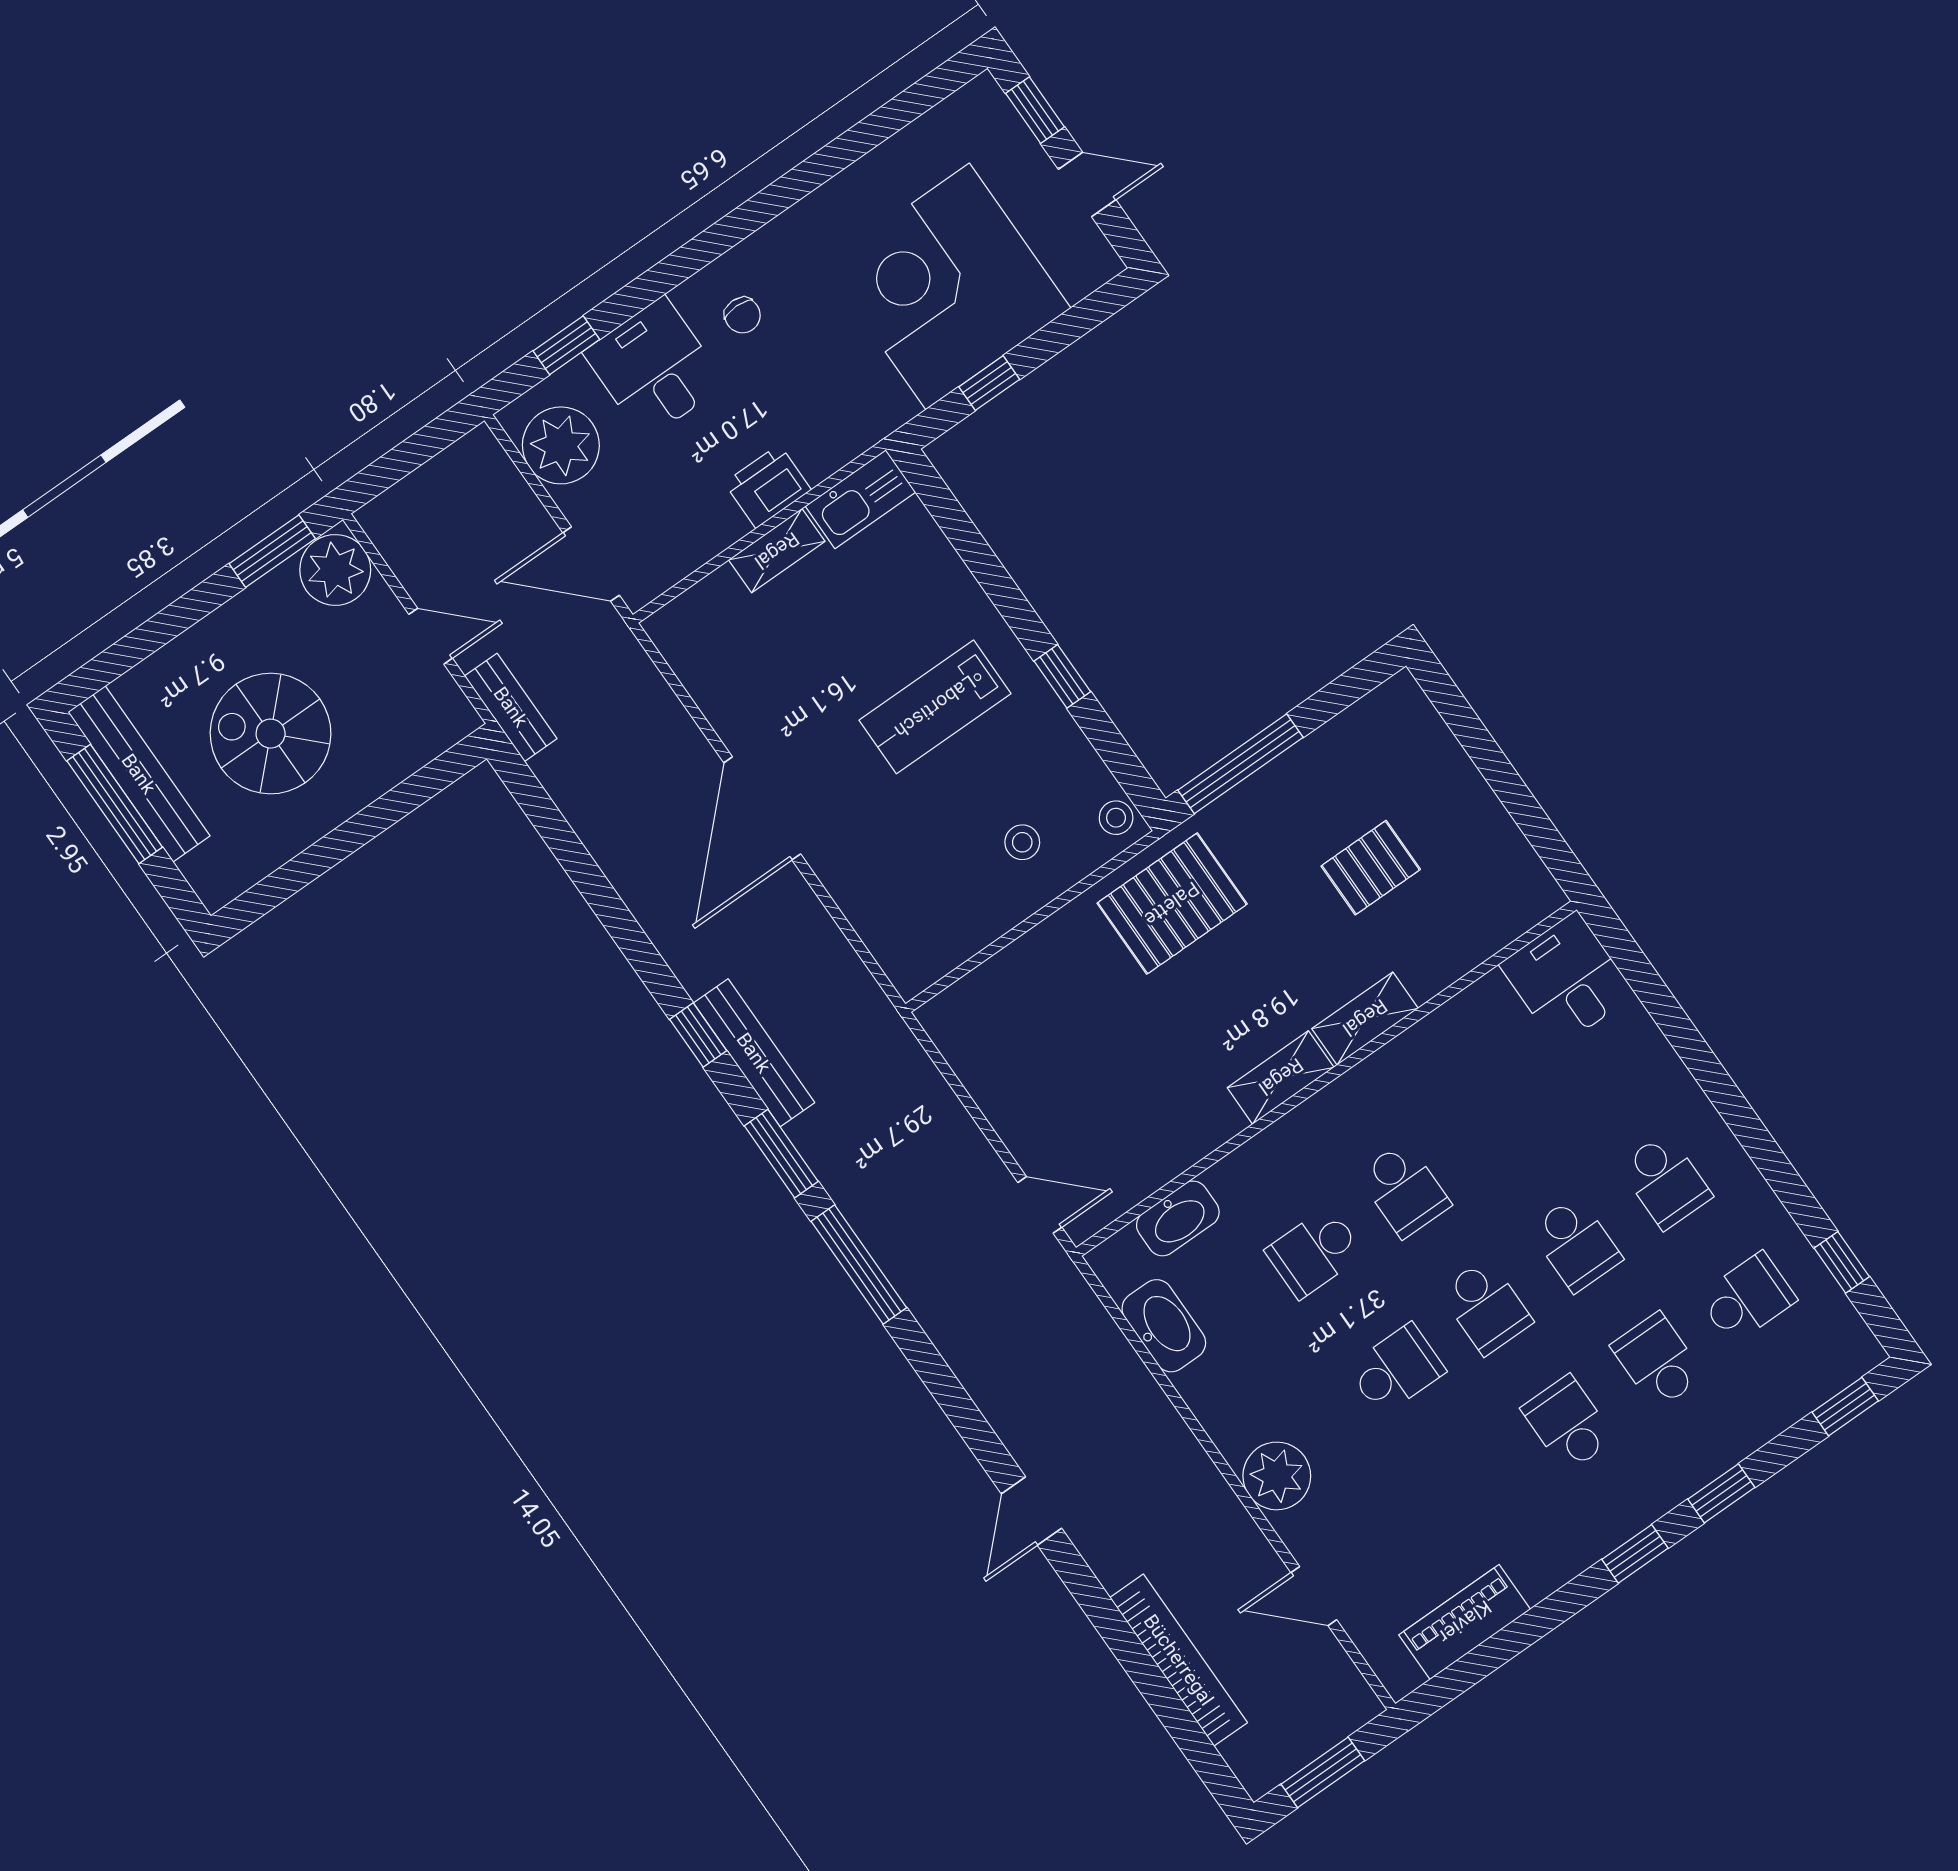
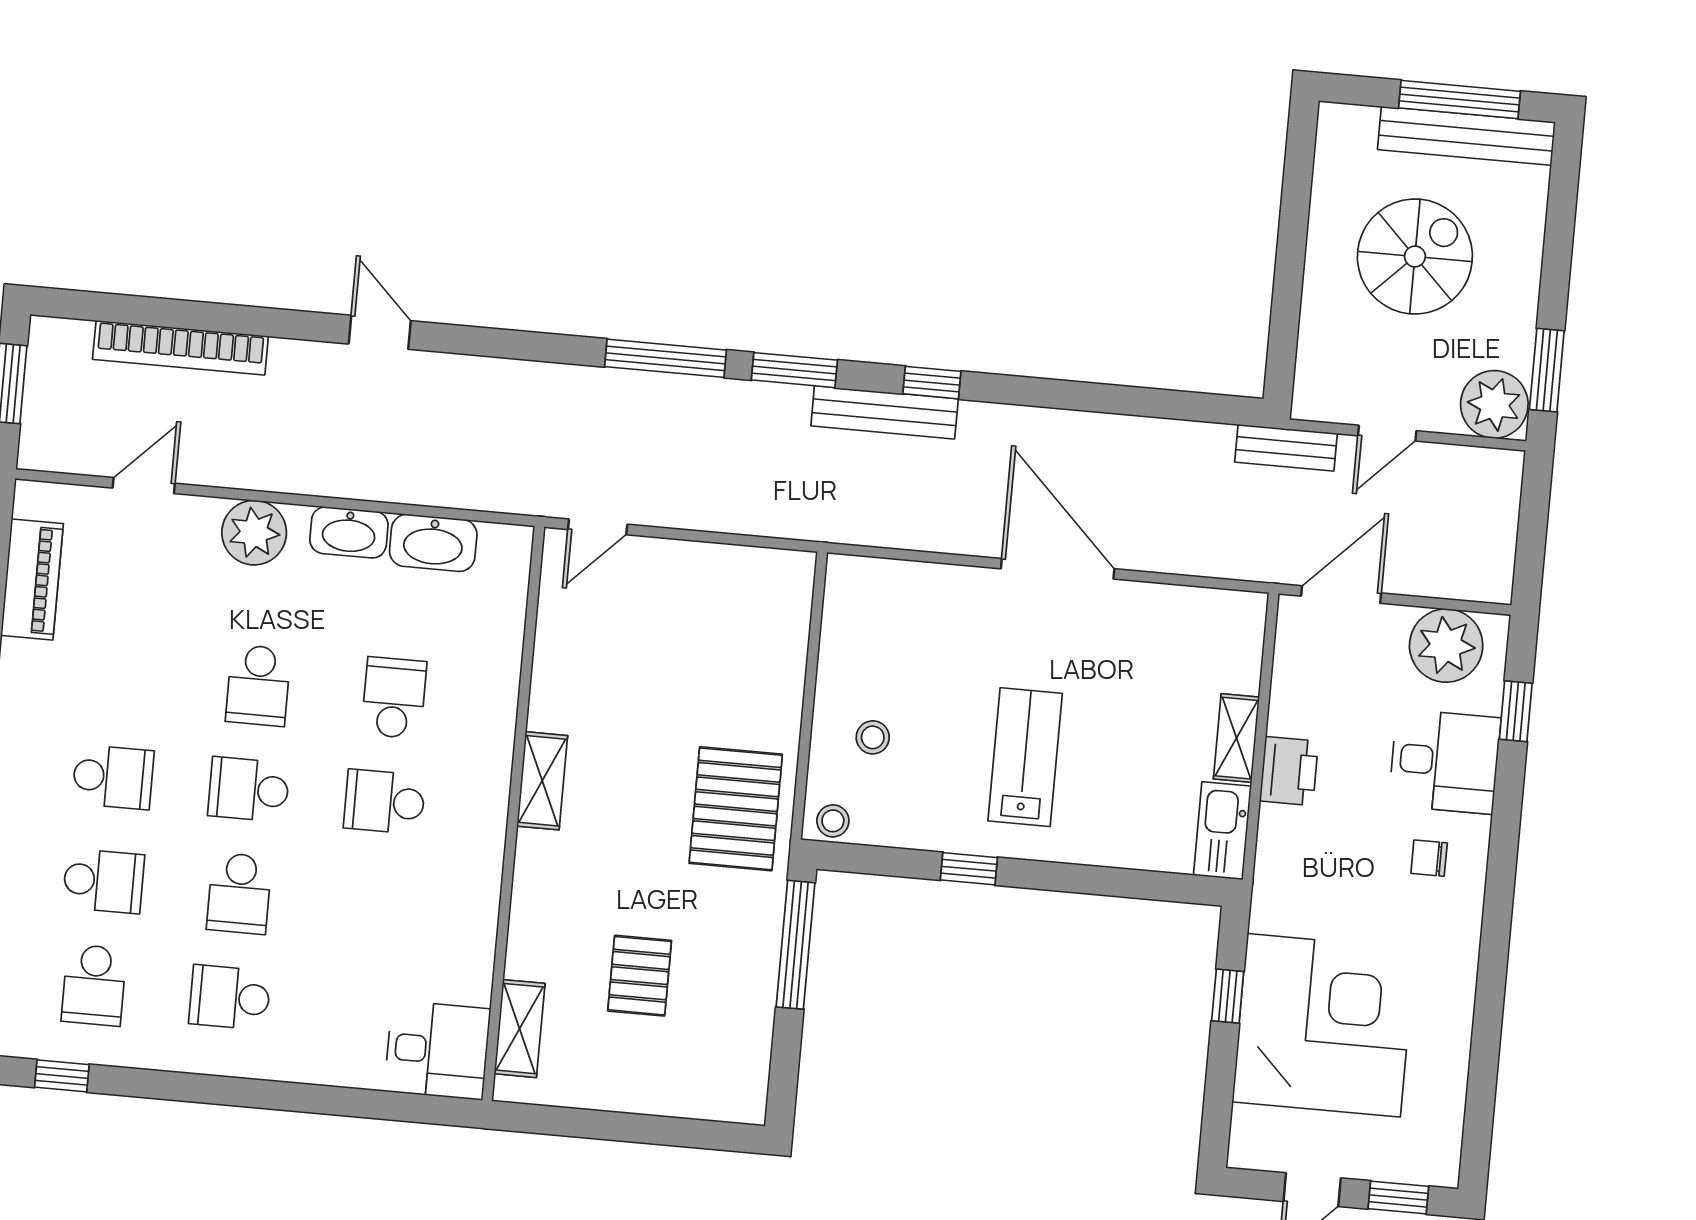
shelving: (1365, 1018) -> (520, 1029), moved
washbasin: (1178, 1218) -> (349, 532), moved, turned -90
school desk: (1576, 1244) -> (239, 893), turned -90

